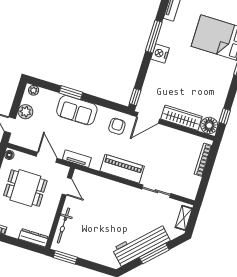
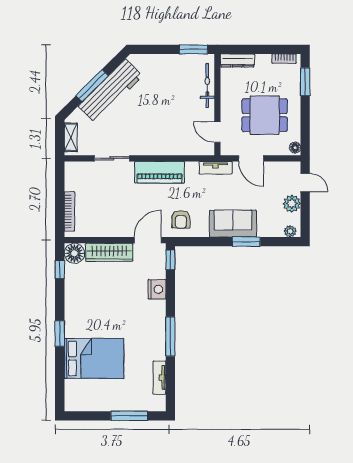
nightstand: (160, 53) -> (157, 289), moved

